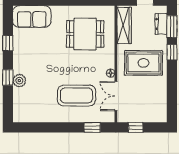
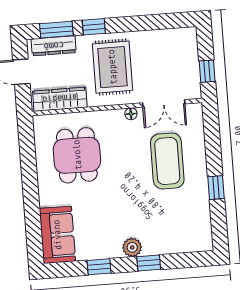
dresser: (161, 24) -> (54, 46), width x1.44
plant: (19, 81) -> (132, 247), moved
window: (92, 127) -> (216, 188), moved

